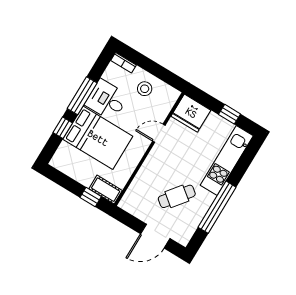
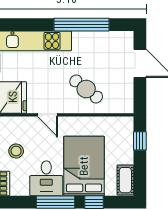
cot: (106, 190) -> (125, 180), moved
cafe table: (177, 196) -> (86, 89), moved

